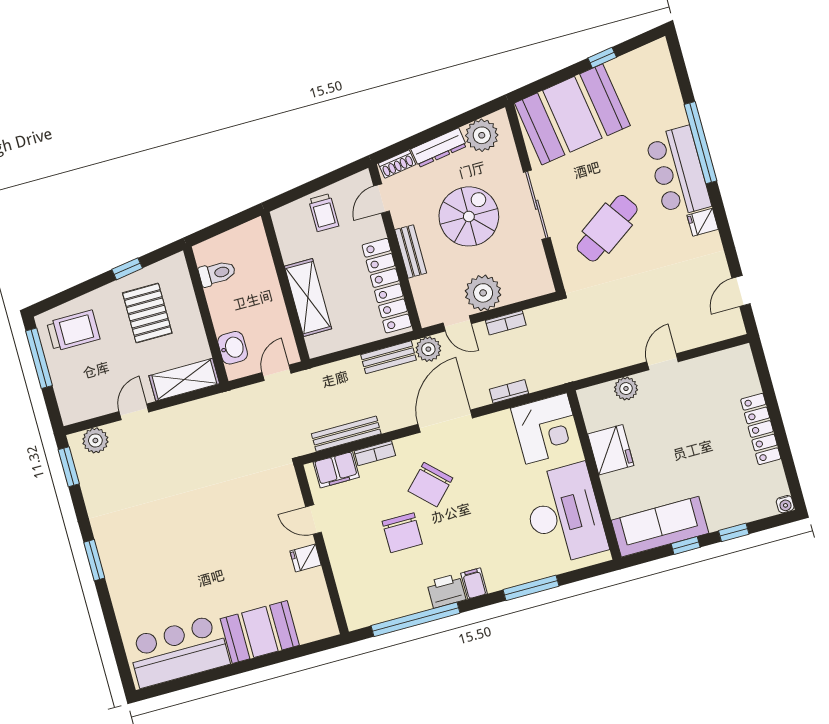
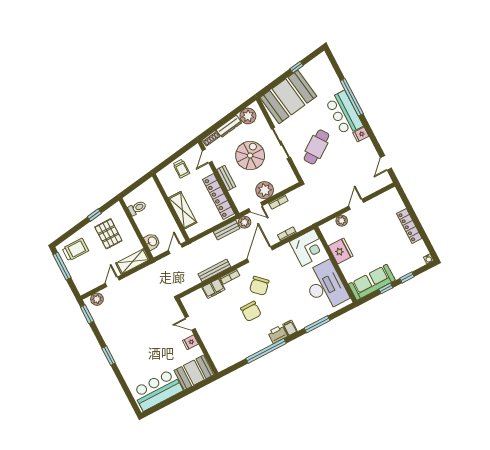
door: (313, 520) -> (190, 323), moved
wall: (322, 549) -> (197, 337), moved
fridge: (306, 558) -> (190, 342), moved

